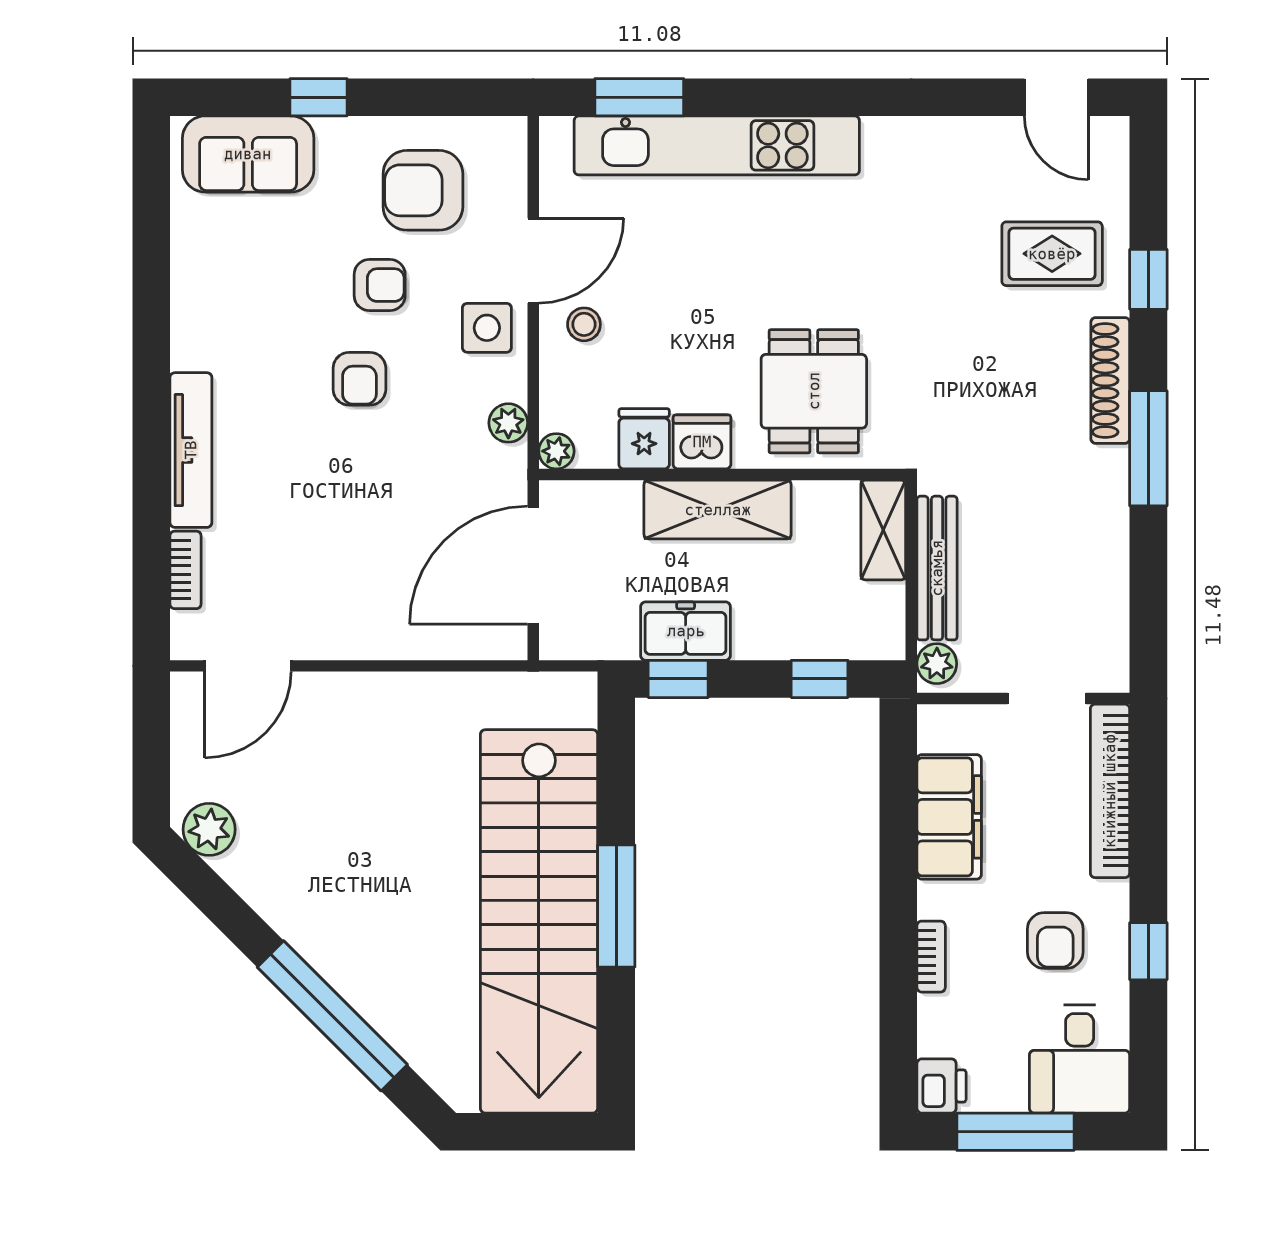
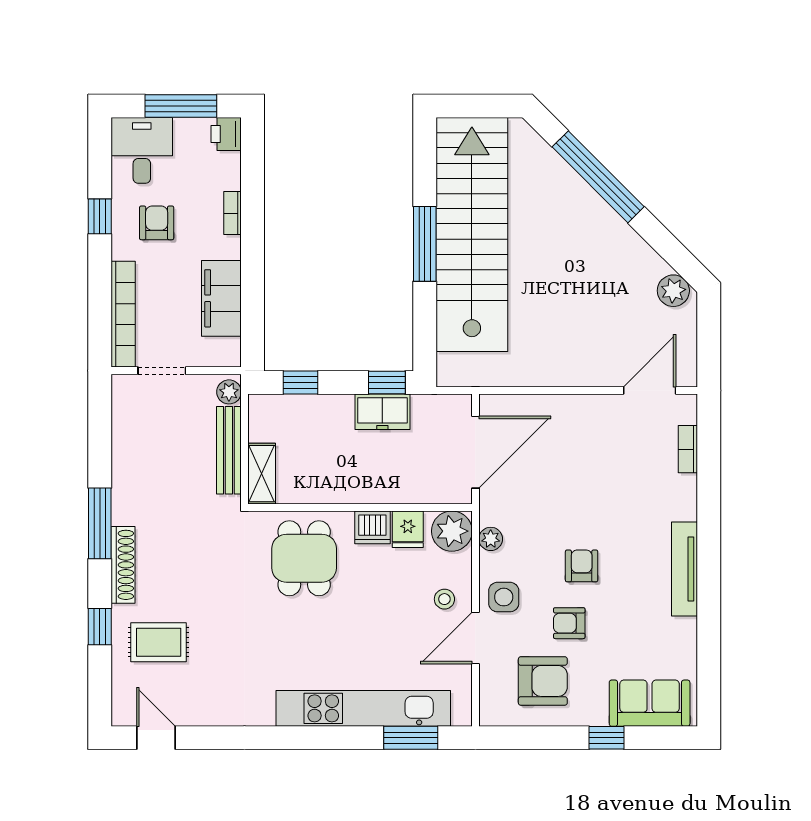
tv unit: (191, 450) -> (684, 569), moved
plant: (556, 451) -> (452, 531), width x1.88, depth x1.88
shelving: (718, 510) -> (363, 486), removed

